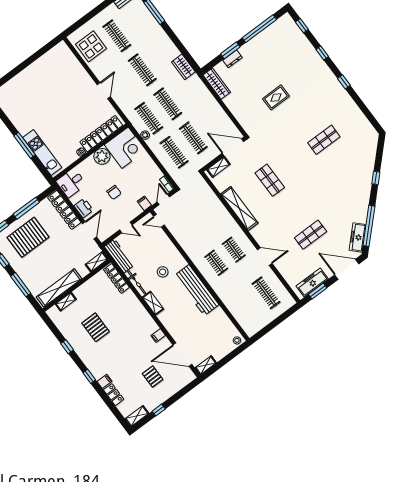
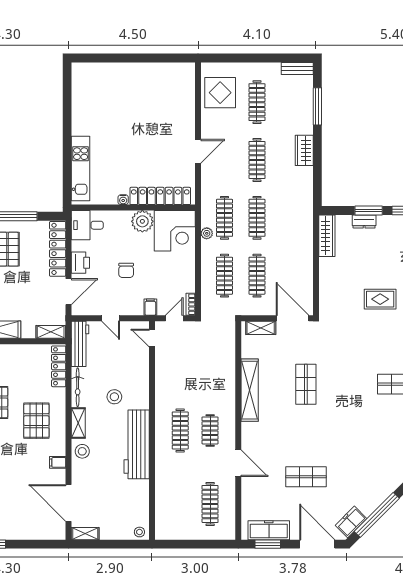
wardrobe: (183, 67) -> (304, 150), moved
window: (25, 145) -> (67, 146), removed
freezer: (358, 237) -> (351, 522), width x0.71
clothes rail: (216, 263) -> (180, 430), width x1.36
stool: (168, 318) -> (82, 451), added
pallet: (153, 377) -> (36, 421), moved, width x1.50, depth x1.42

